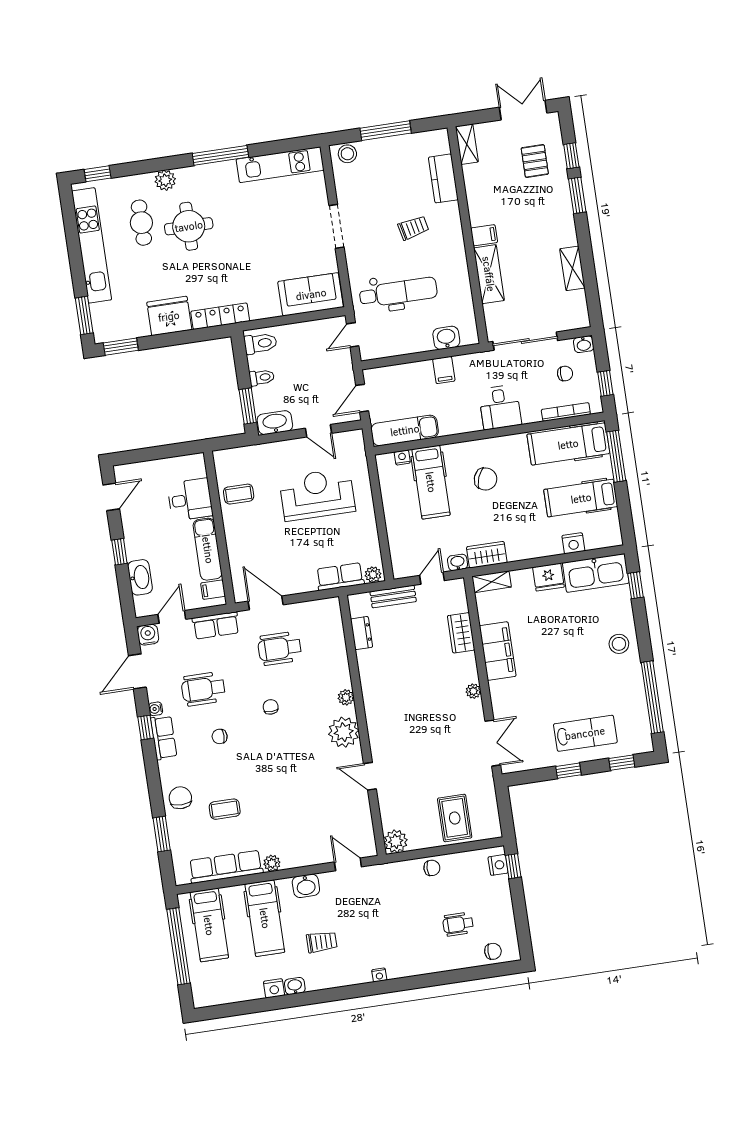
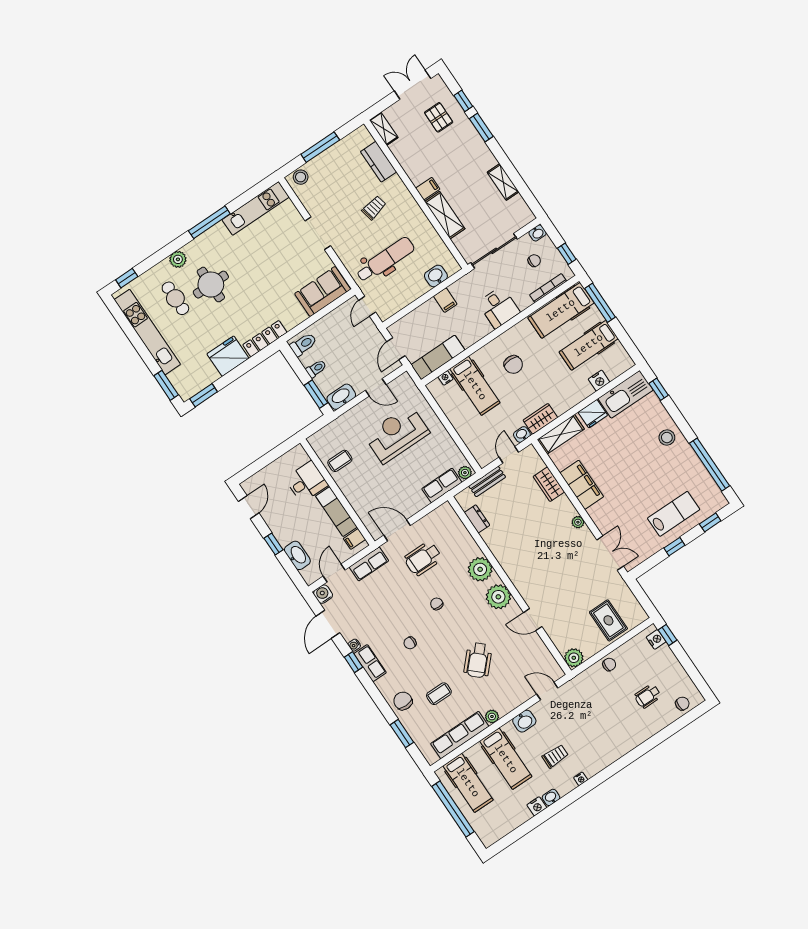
chair: (486, 479) -> (513, 364), turned 69
shelving: (492, 582) -> (561, 434), width x1.50, depth x1.33
wheelchair: (203, 689) -> (478, 660), moved, turned -47
plant: (346, 697) -> (480, 569), width x1.88, depth x1.88
nightstand: (379, 975) -> (581, 779), moved

